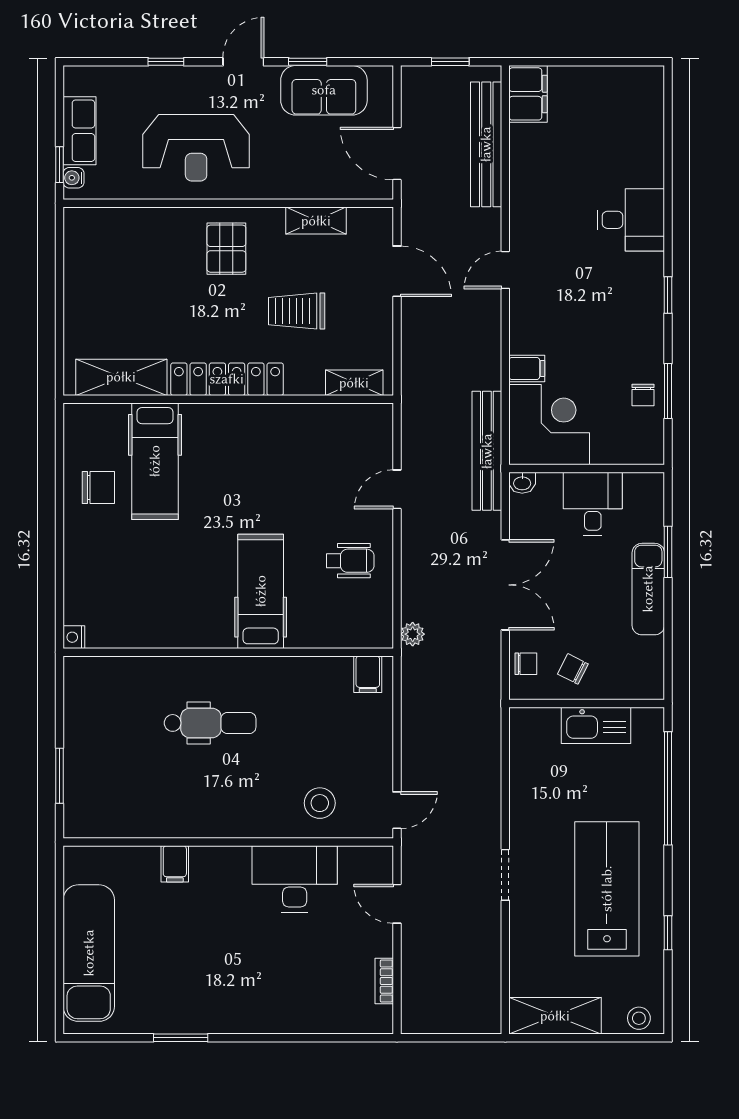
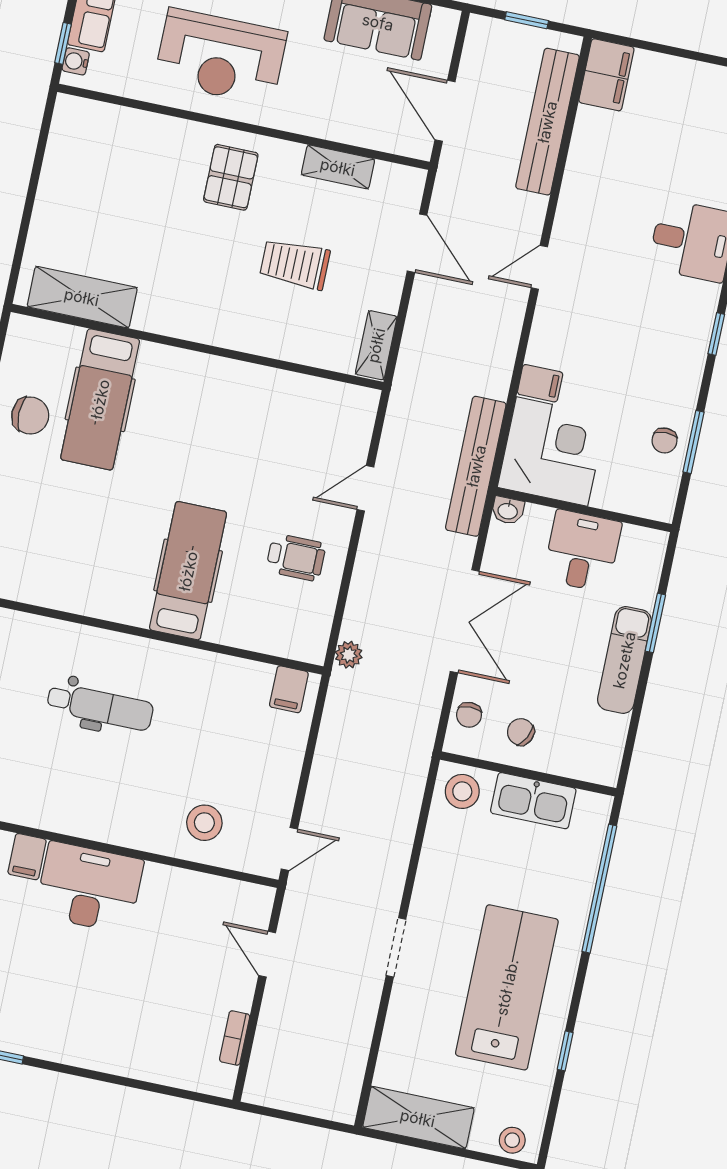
locker: (227, 379) -> (201, 324), removed
shelving: (354, 383) -> (376, 345), moved, turned 90
chair: (526, 664) -> (469, 715), turned 90
stool: (534, 730) -> (462, 791), added
desk: (295, 879) -> (89, 888), moved

